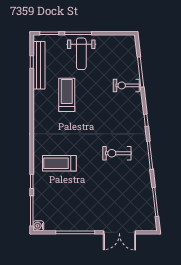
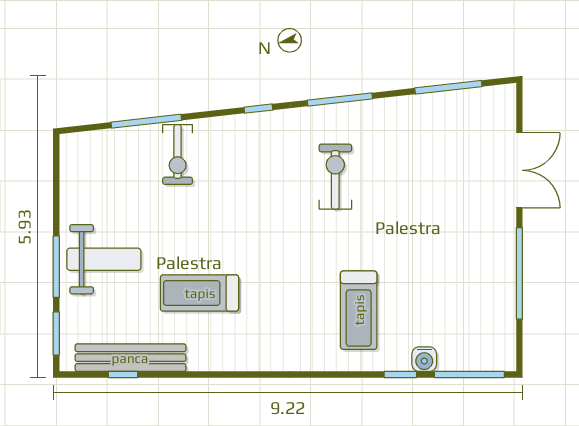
exercise bike: (117, 153) -> (335, 177), turned 180
water cooler: (38, 226) -> (424, 359), moved

